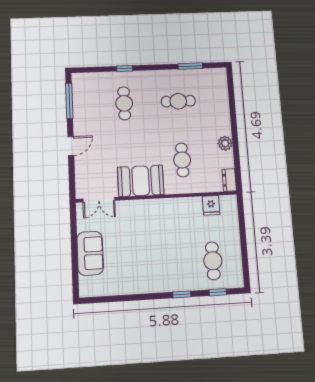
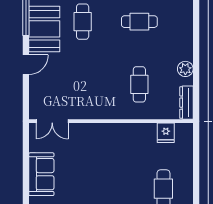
dresser: (229, 180) -> (186, 103), width x1.44
booth: (141, 181) -> (44, 29), moved, turned 90

